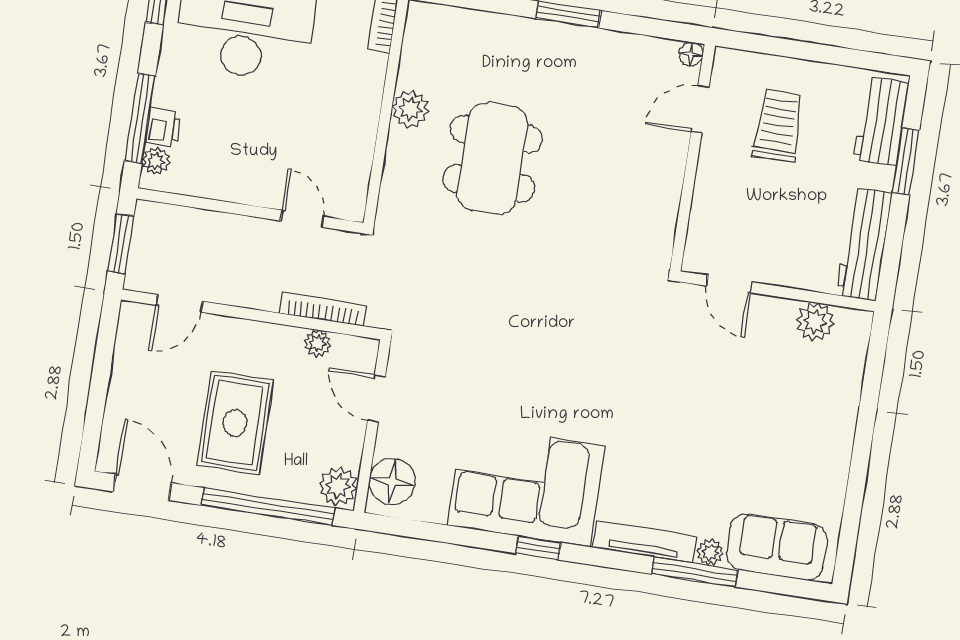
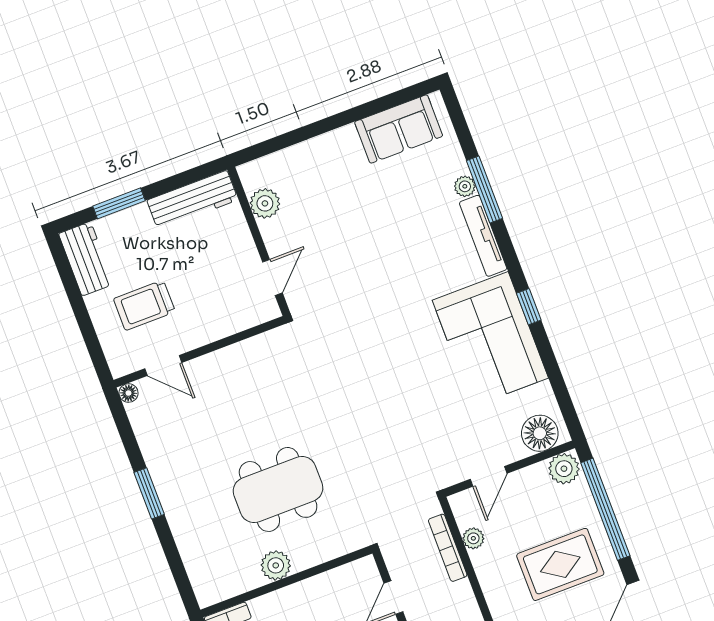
workbench: (881, 121) -> (86, 259), moved, turned -90
sofa: (777, 547) -> (399, 129), moved, turned -90

